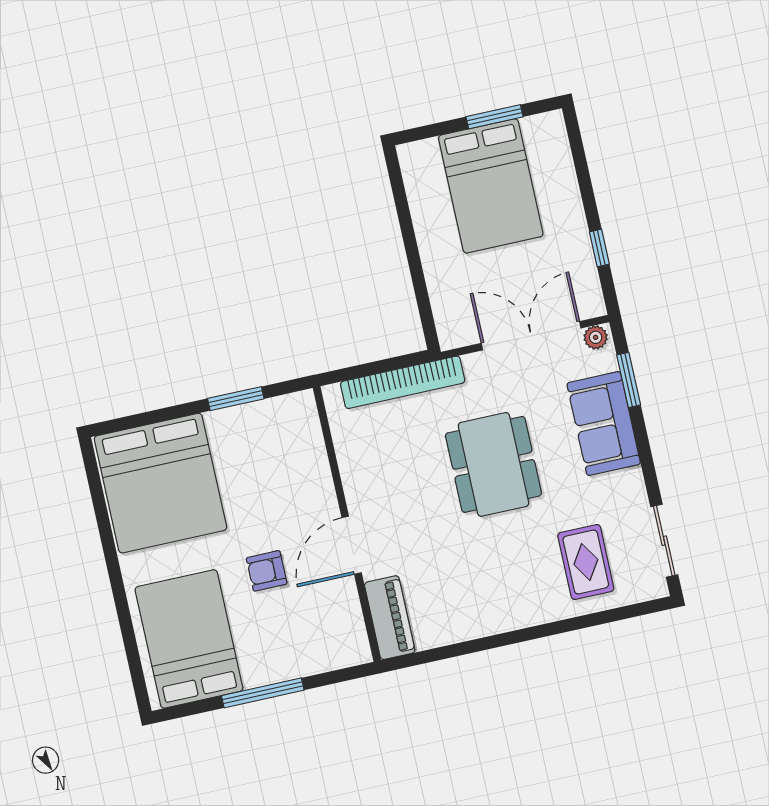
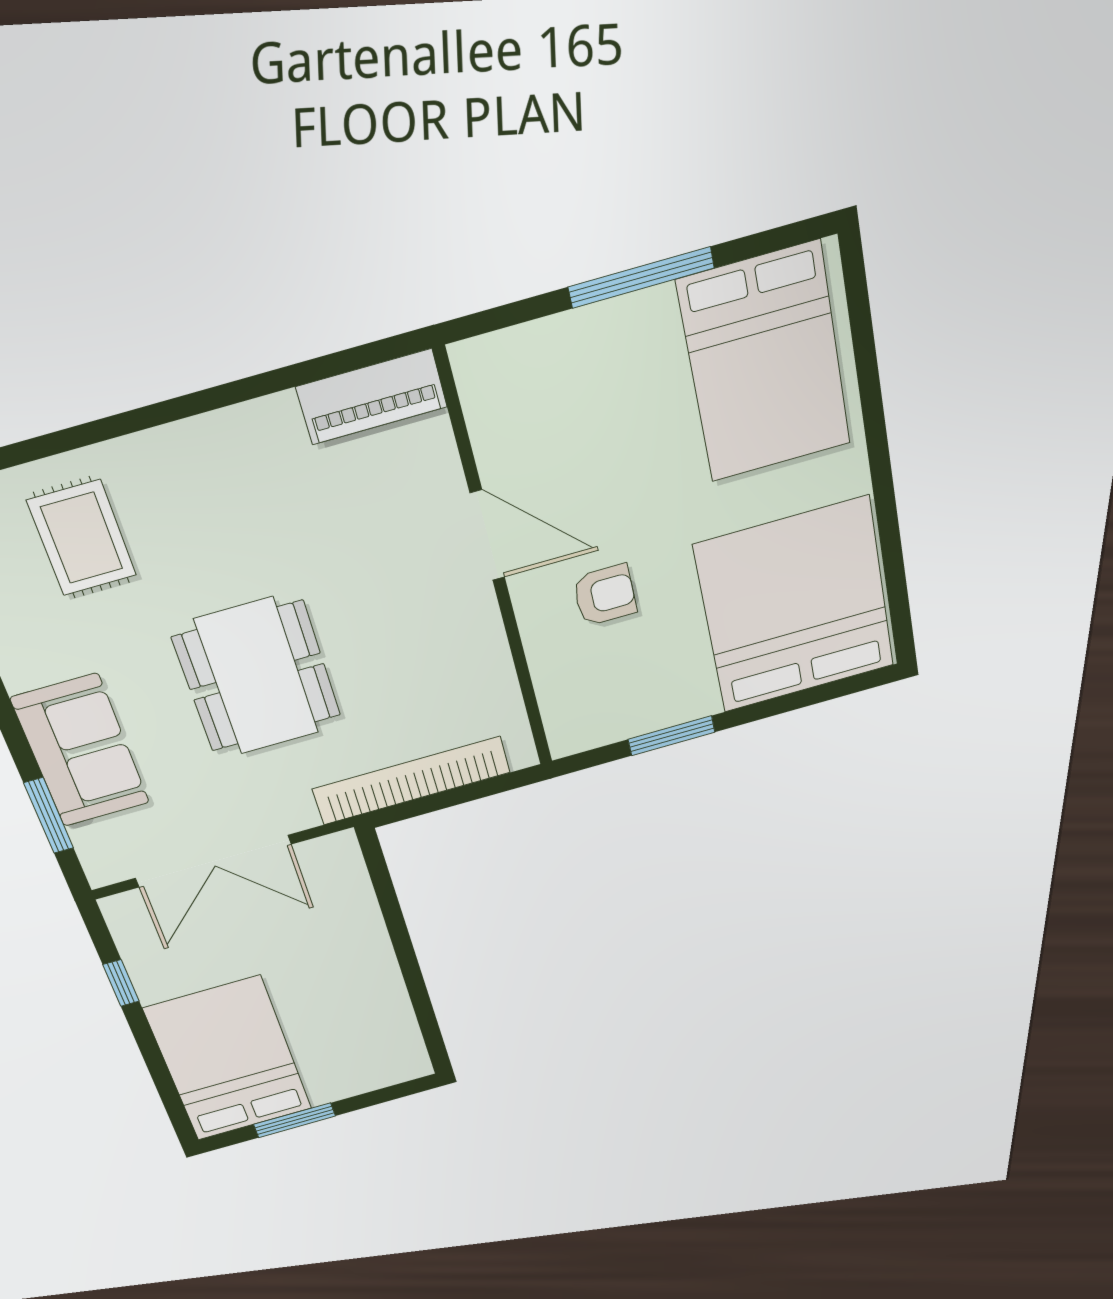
bed: (491, 186) -> (229, 1059), moved
plant: (596, 337) -> (111, 868), removed
door: (352, 545) -> (487, 535), hinge flipped
armchair: (267, 571) -> (605, 595), moved
piano: (390, 618) -> (372, 397), moved, turned -90

